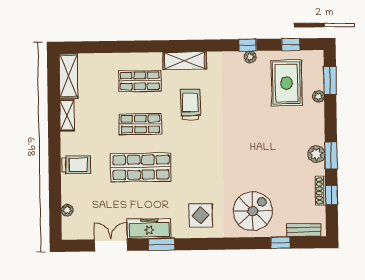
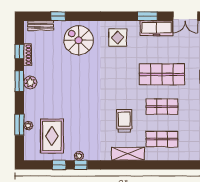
window: (291, 44) -> (59, 165), moved
window: (330, 80) -> (19, 125), moved
trolley: (190, 105) -> (124, 121), turned 180
spiral stairs: (253, 211) -> (79, 40), turned 90

